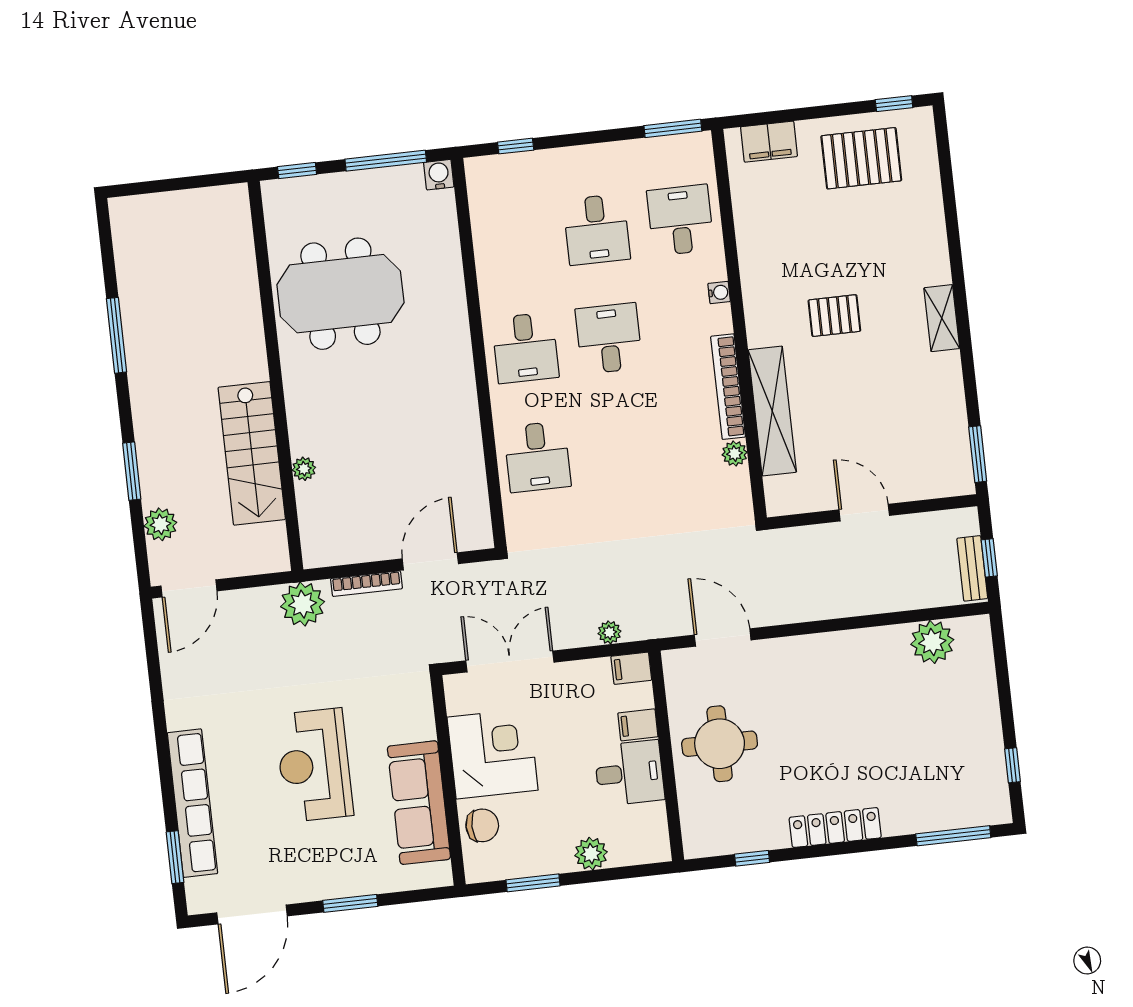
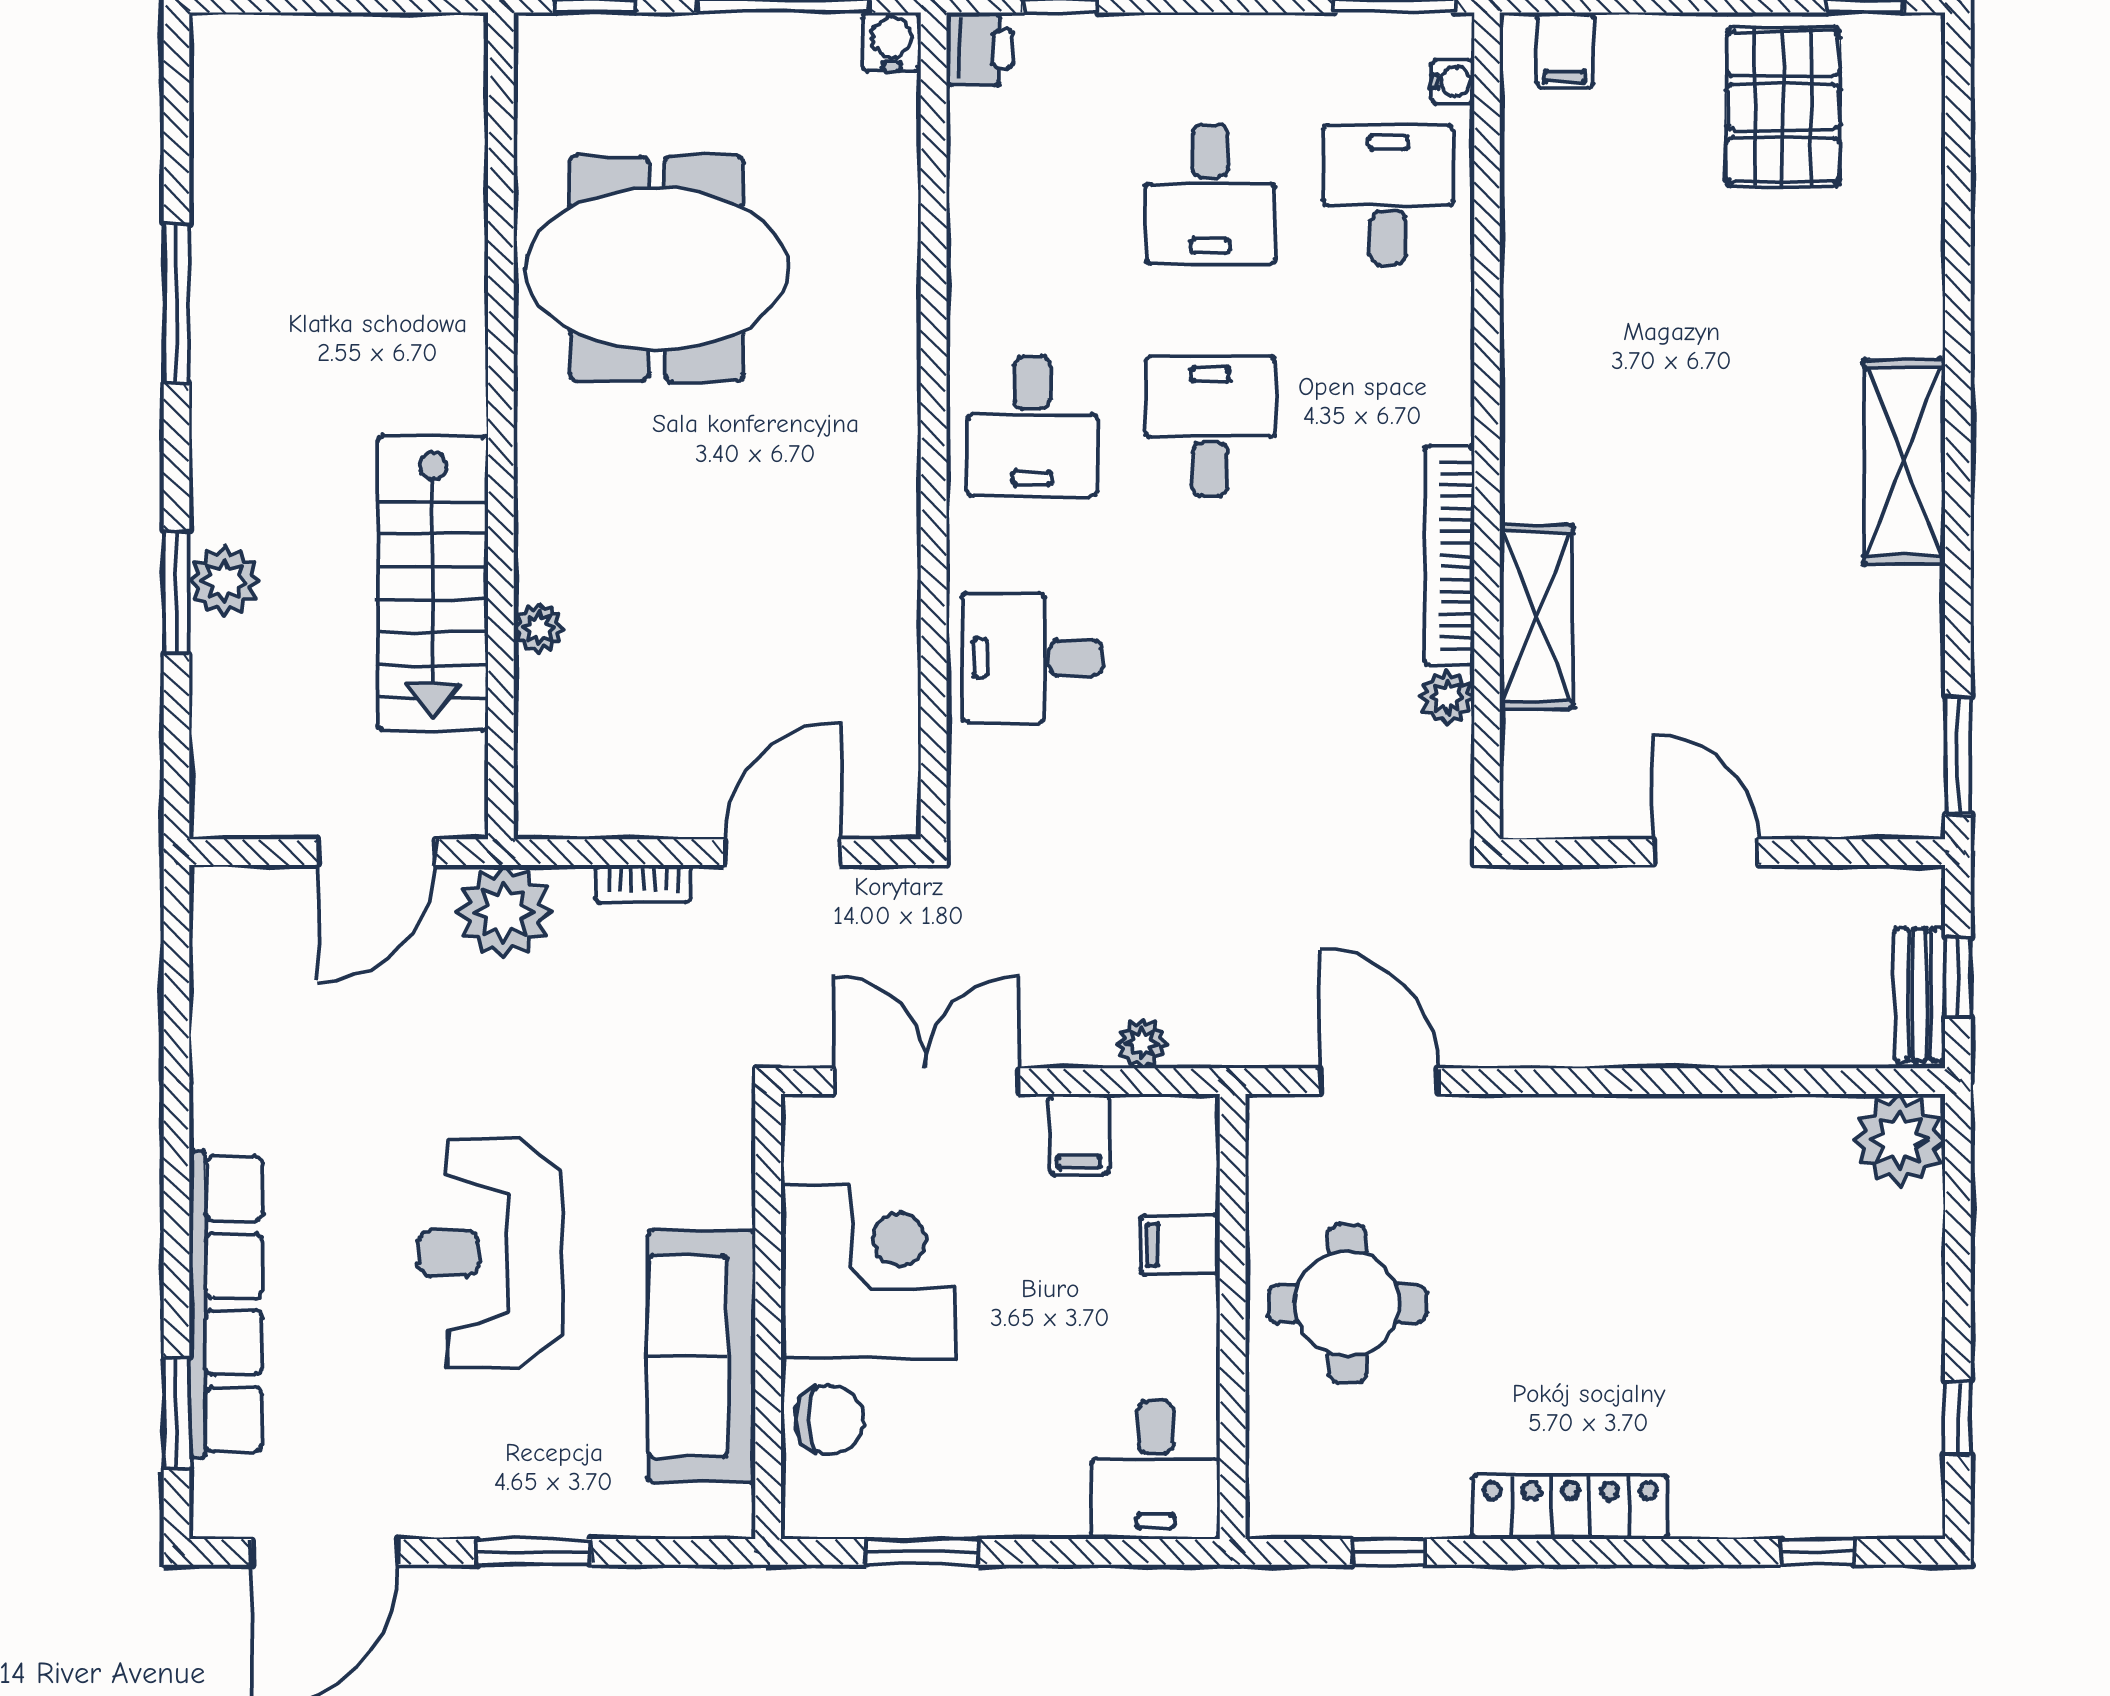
filing cabinet: (769, 142) -> (1565, 50), width x0.50
pallet: (861, 158) -> (1783, 107), turned 90
printer: (481, 173) -> (980, 49), added
water cooler: (719, 292) -> (1453, 81), moved
pallet: (834, 316) -> (1689, 431), removed
shelving: (942, 318) -> (1904, 462), width x1.50, depth x1.33
shelving: (772, 411) -> (1536, 617), width x0.68
desk: (537, 457) -> (1032, 658), turned 90
plant: (160, 524) -> (224, 581), moved
bookcase: (366, 584) -> (643, 884), width x0.64
door: (189, 588) -> (377, 852), moved
plant: (932, 642) -> (1899, 1140), moved
filing cabinet: (631, 668) -> (1079, 1134), moved, turned -90
desk: (629, 773) -> (1156, 1470), moved, turned 90
window: (953, 836) -> (1817, 1552), width x0.46
plant: (591, 854) -> (1051, 1504), removed

